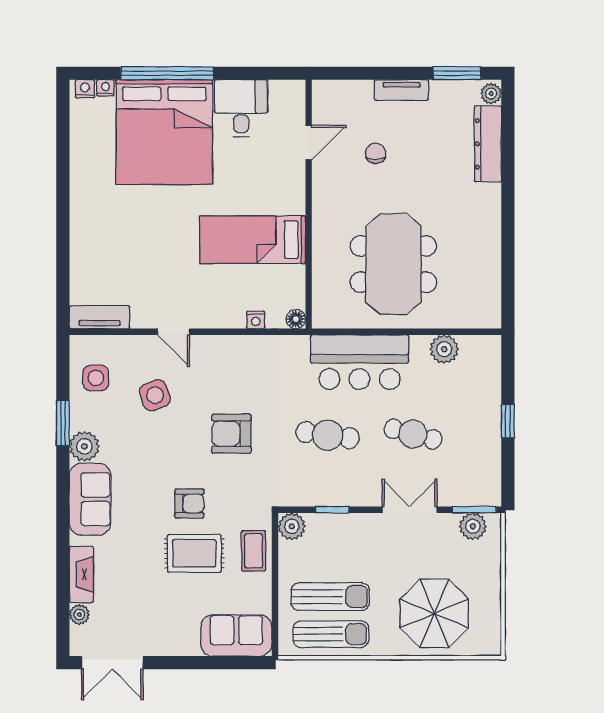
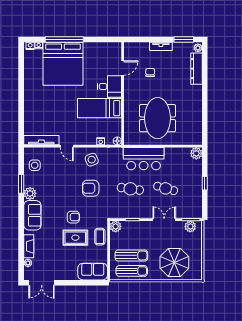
desk: (241, 108) -> (109, 87), moved, turned 90
tv unit: (100, 317) -> (41, 140), width x1.41
plant: (444, 349) -> (196, 153), moved
side table: (155, 395) -> (92, 160), moved

